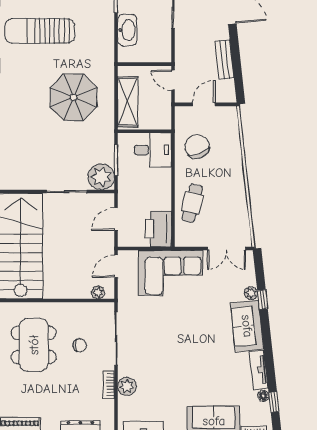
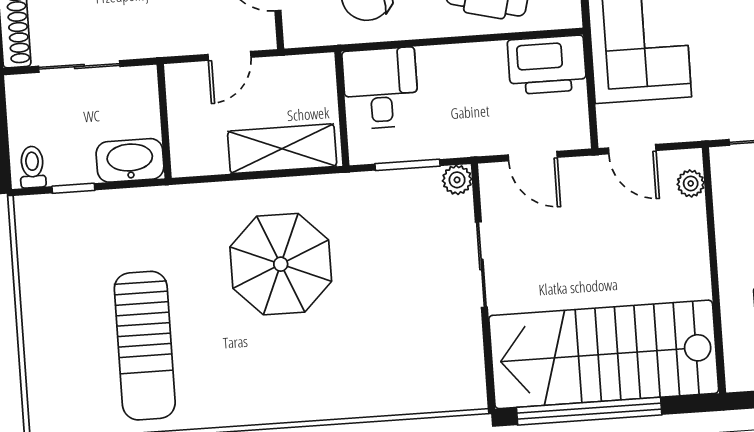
wall: (144, 64) -> (164, 121), moved
plant: (101, 177) -> (457, 180), width x0.53, depth x0.53

